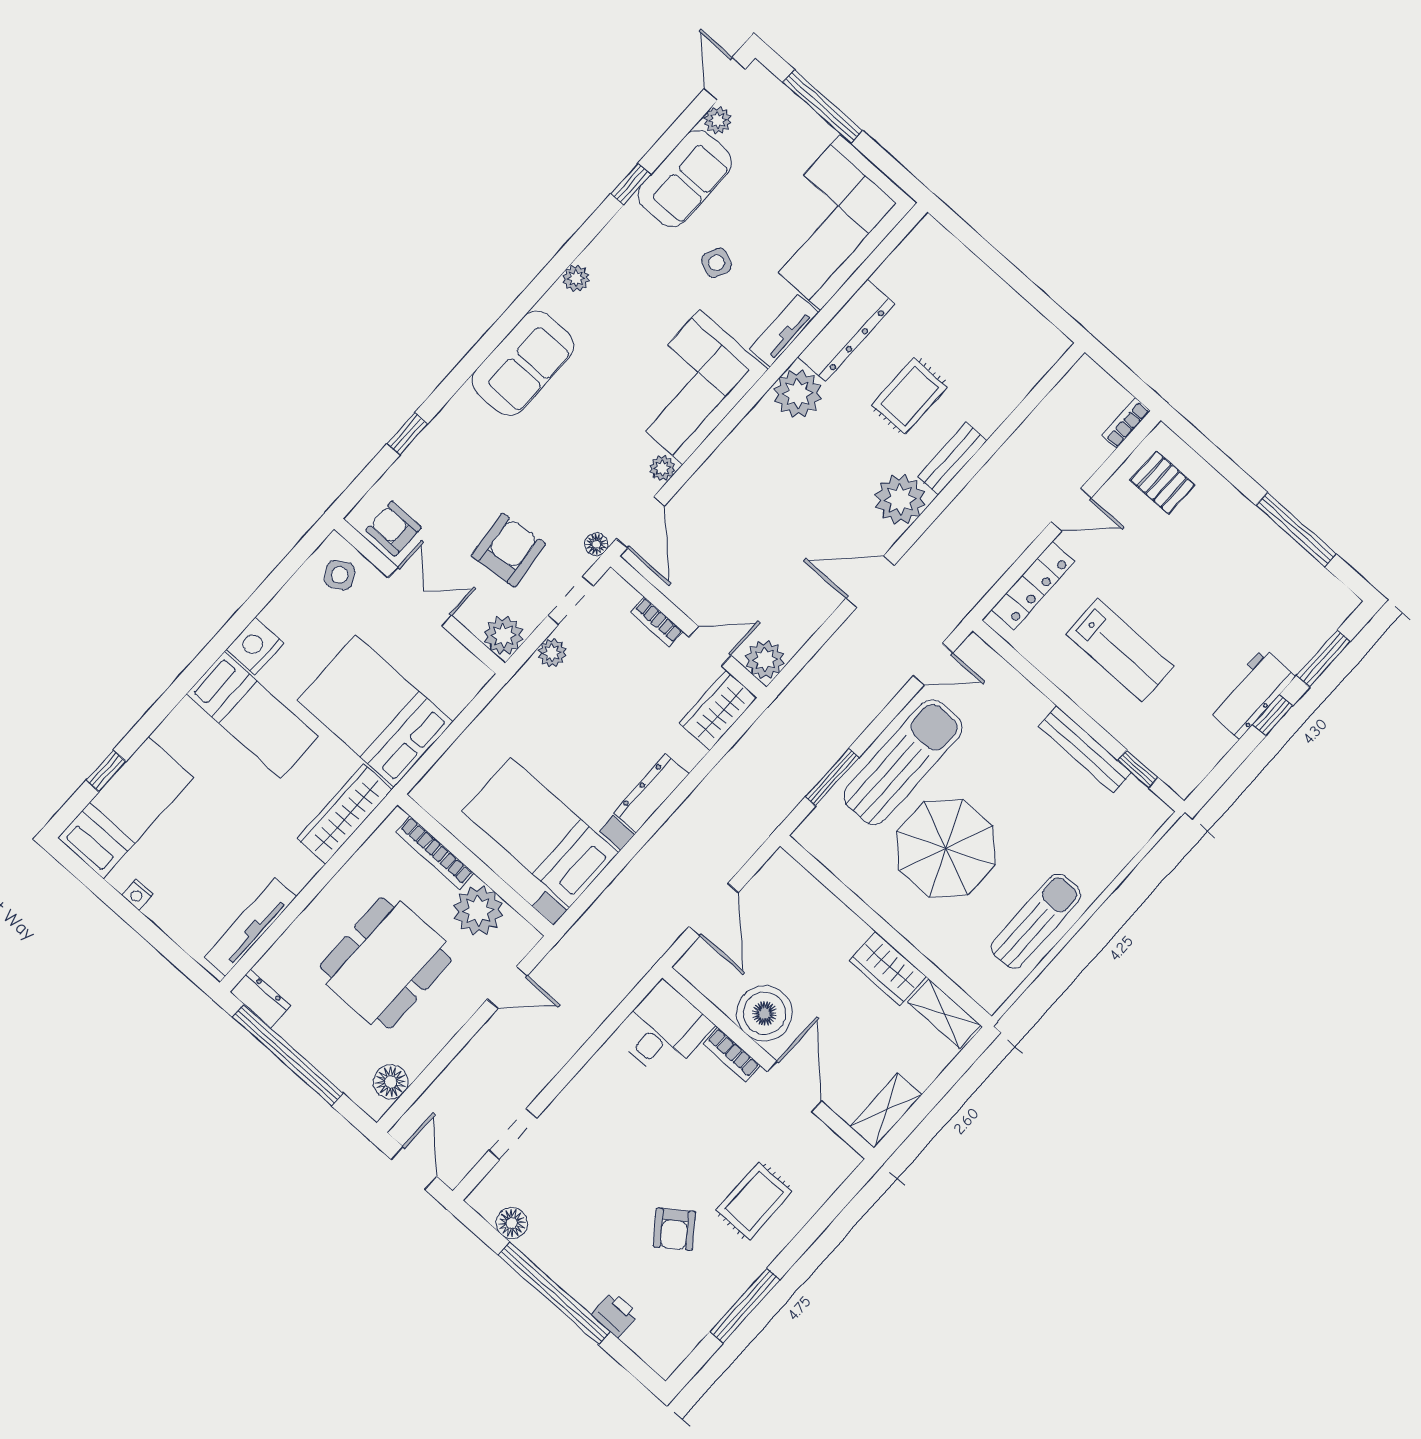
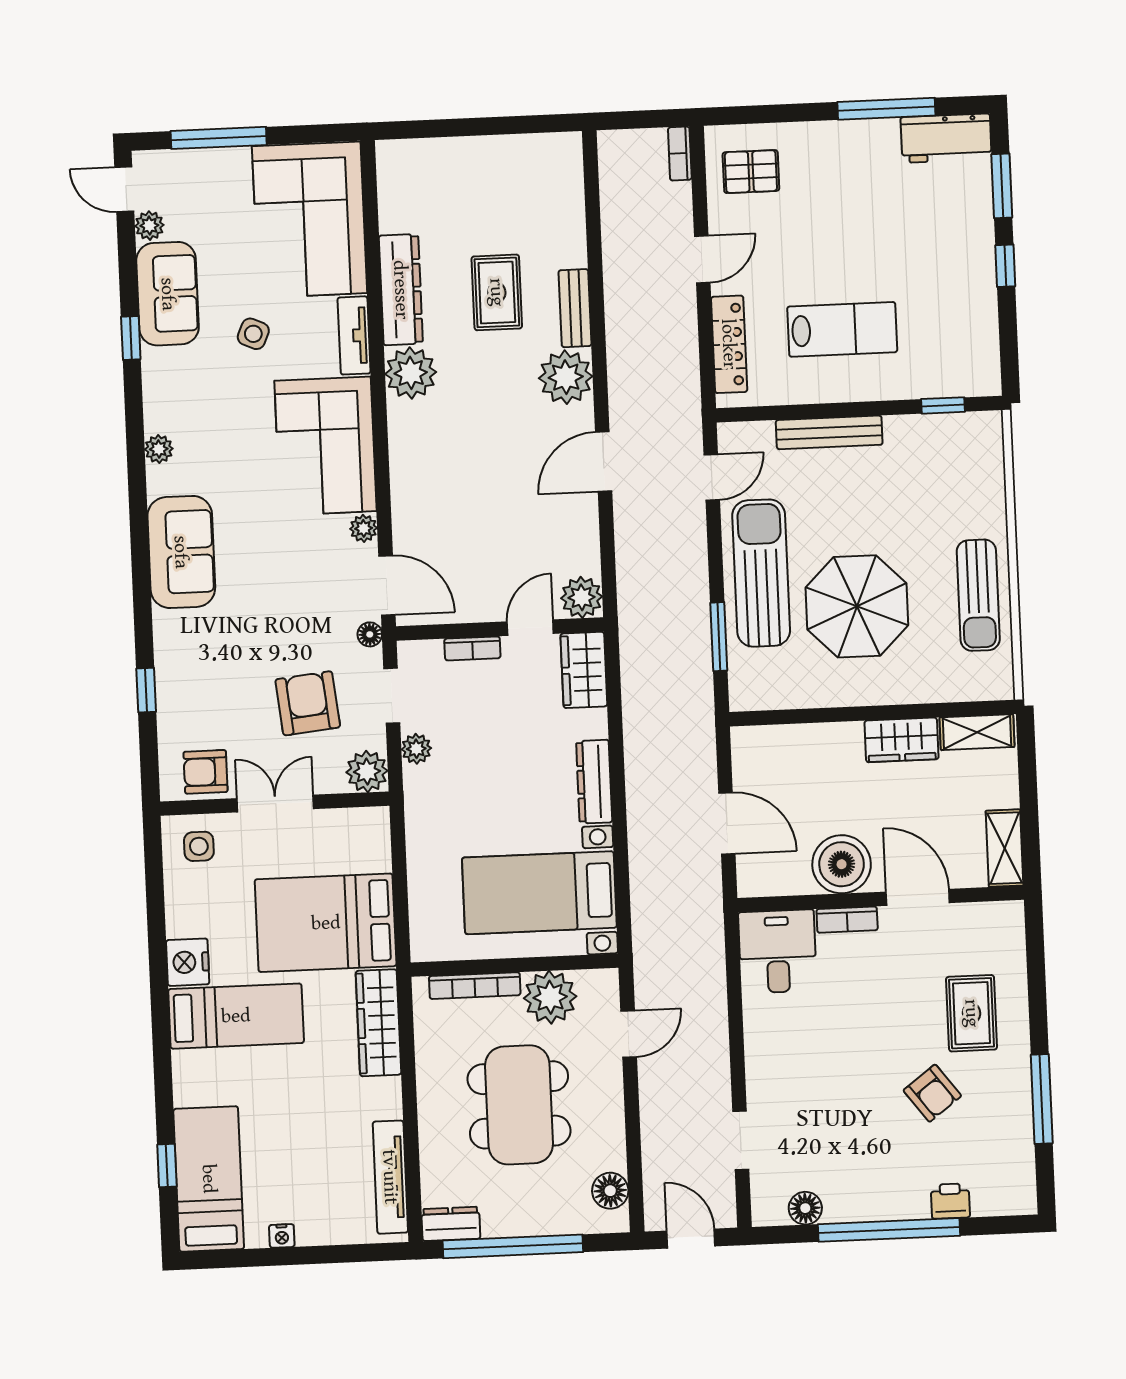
side table: (340, 575) -> (199, 846), turned 30
workbench: (1251, 694) -> (946, 138), moved, turned -90
bench: (1085, 750) -> (829, 432), moved
sun lounger: (1036, 921) -> (978, 595), turned 180

